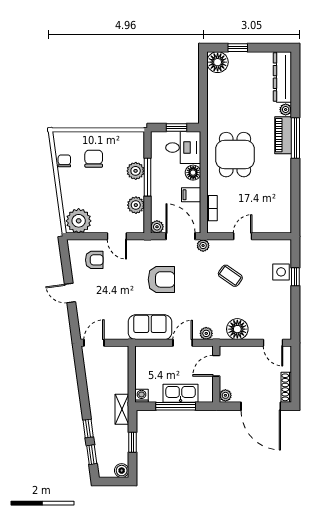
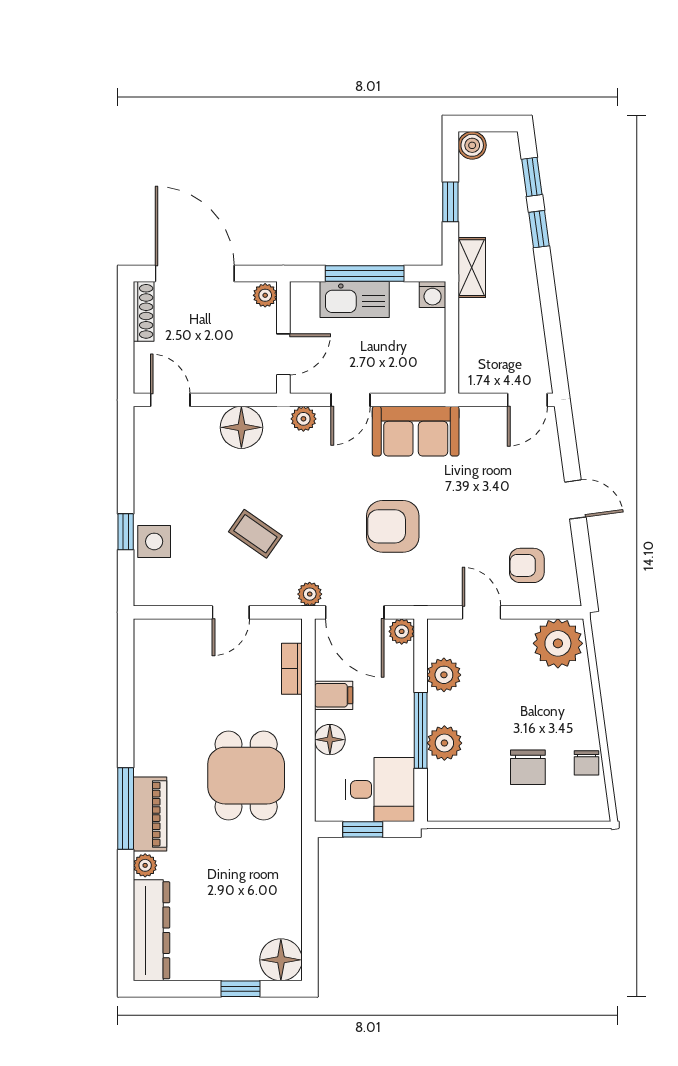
desk: (183, 148) -> (380, 789), moved, turned 180

